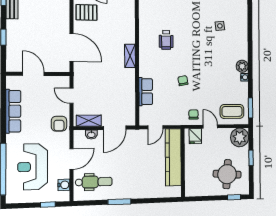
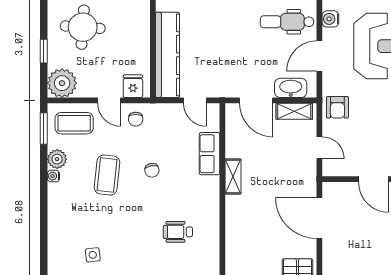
wheelchair: (166, 40) -> (178, 232), turned -90
shelving: (130, 56) -> (233, 177), moved
plant: (242, 66) -> (57, 159), moved
coffee table: (211, 78) -> (107, 175), added
armchair: (59, 124) -> (337, 107), turned 180
door: (155, 127) -> (195, 100), swing flipped
door: (115, 128) -> (256, 100), swing flipped
washbasin: (91, 135) -> (291, 88), width x1.91, depth x1.45

